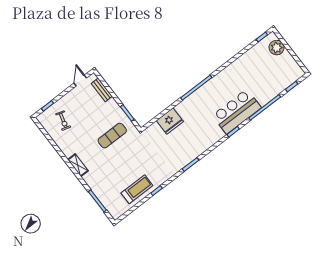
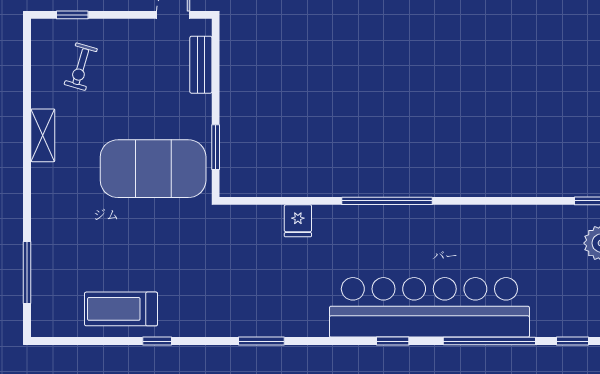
bar counter: (237, 112) -> (429, 307), width x1.86
fridge: (170, 121) -> (298, 221), width x0.53, depth x0.75
exercise mat: (112, 136) -> (153, 169), width x2.00, depth x1.45
shelving: (78, 165) -> (43, 135), moved
treadmill: (137, 189) -> (121, 309), turned 180

